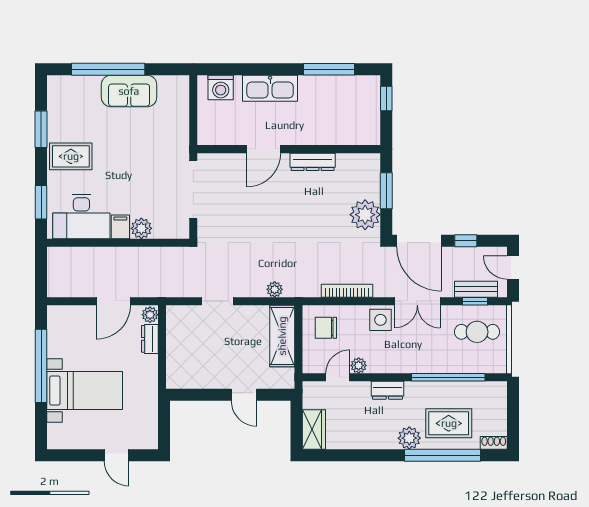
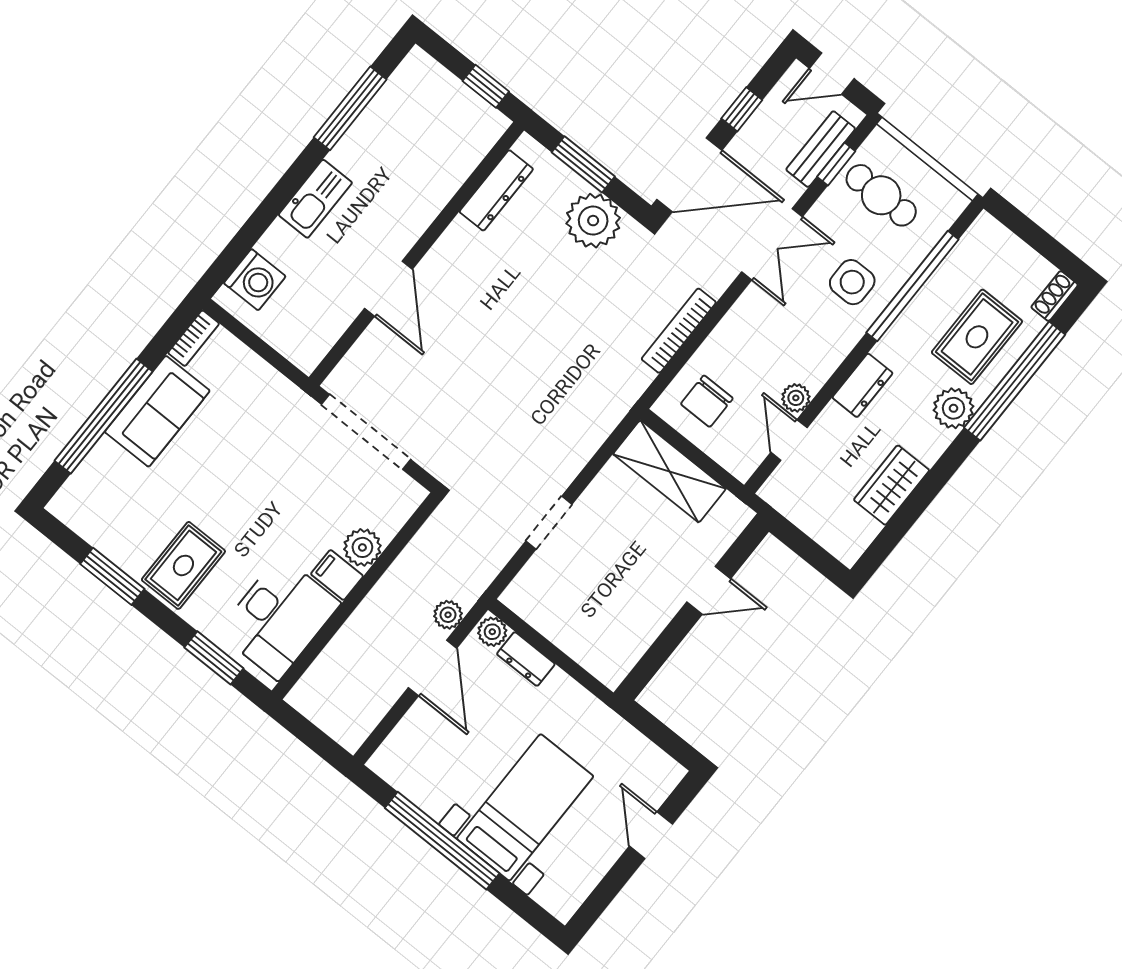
bookcase: (174, 81) -> (194, 338), added
kitchen sink: (270, 88) -> (315, 199), width x0.73, depth x0.81
window: (386, 98) -> (486, 86), moved
dresser: (313, 162) -> (496, 190), moved
plant: (275, 289) -> (448, 615), moved
side table: (380, 320) -> (852, 282), moved
cafe table: (477, 332) -> (881, 195), turned 90
wardrobe: (314, 430) -> (892, 485), moved, turned -90
door: (117, 455) -> (651, 835), swing flipped

